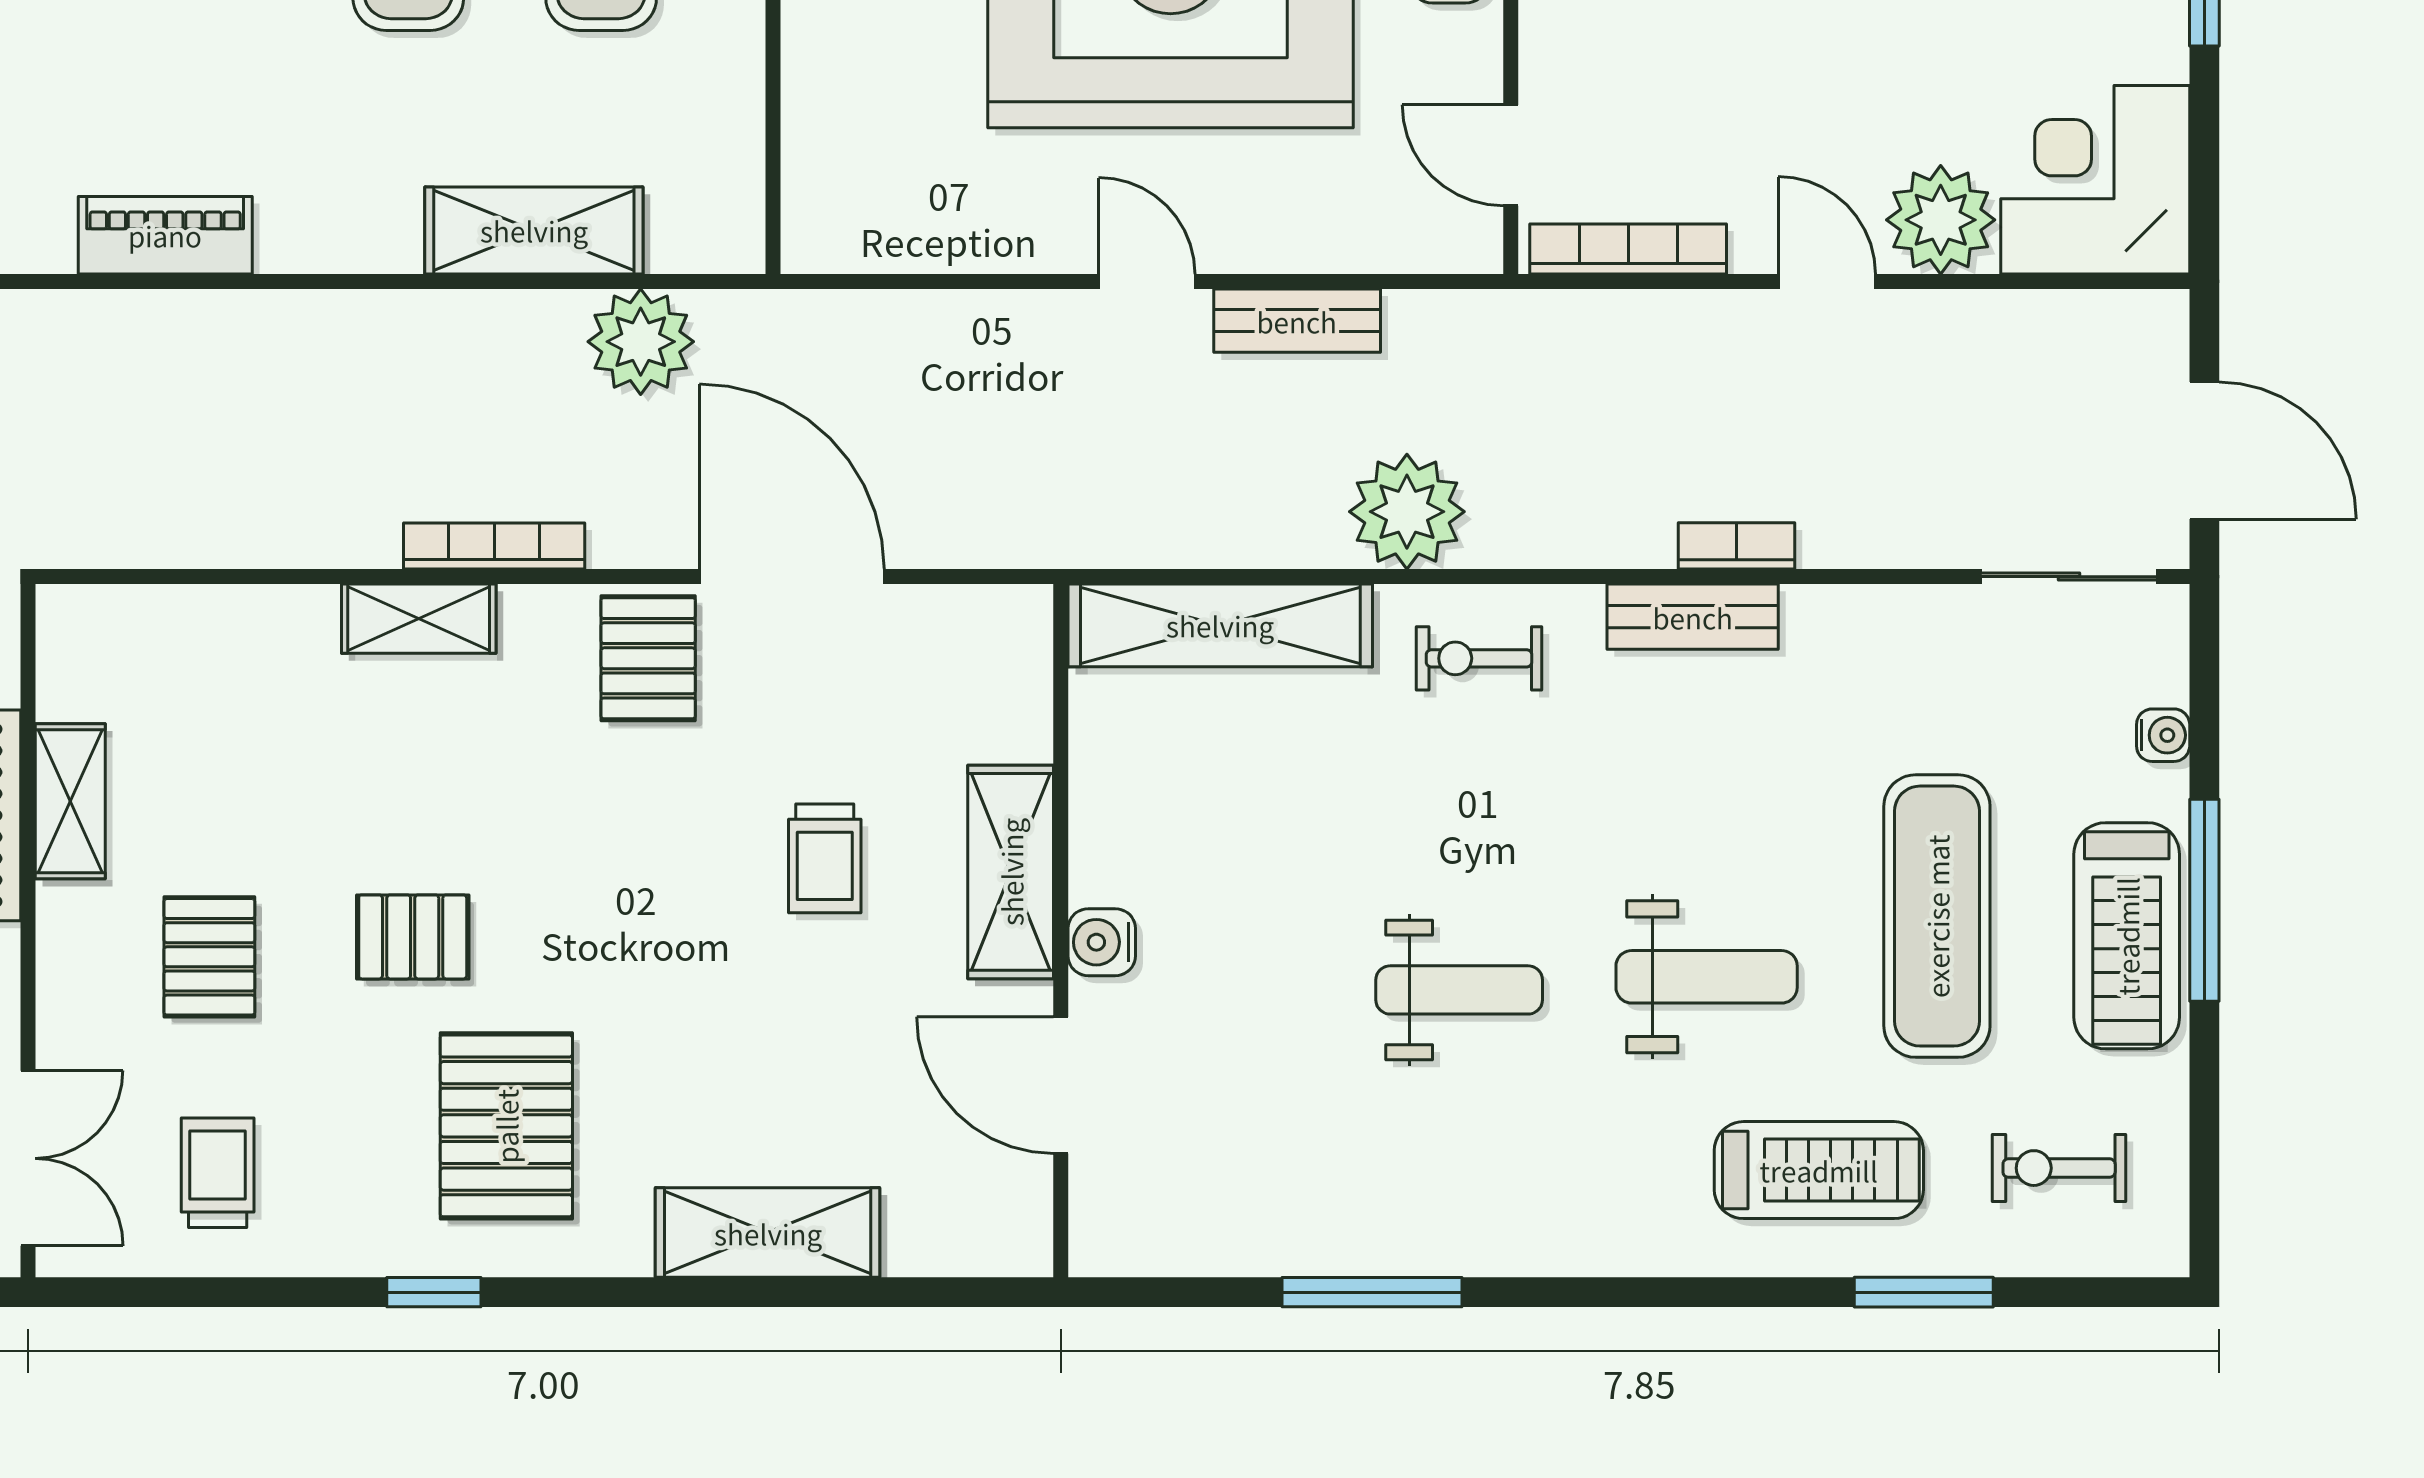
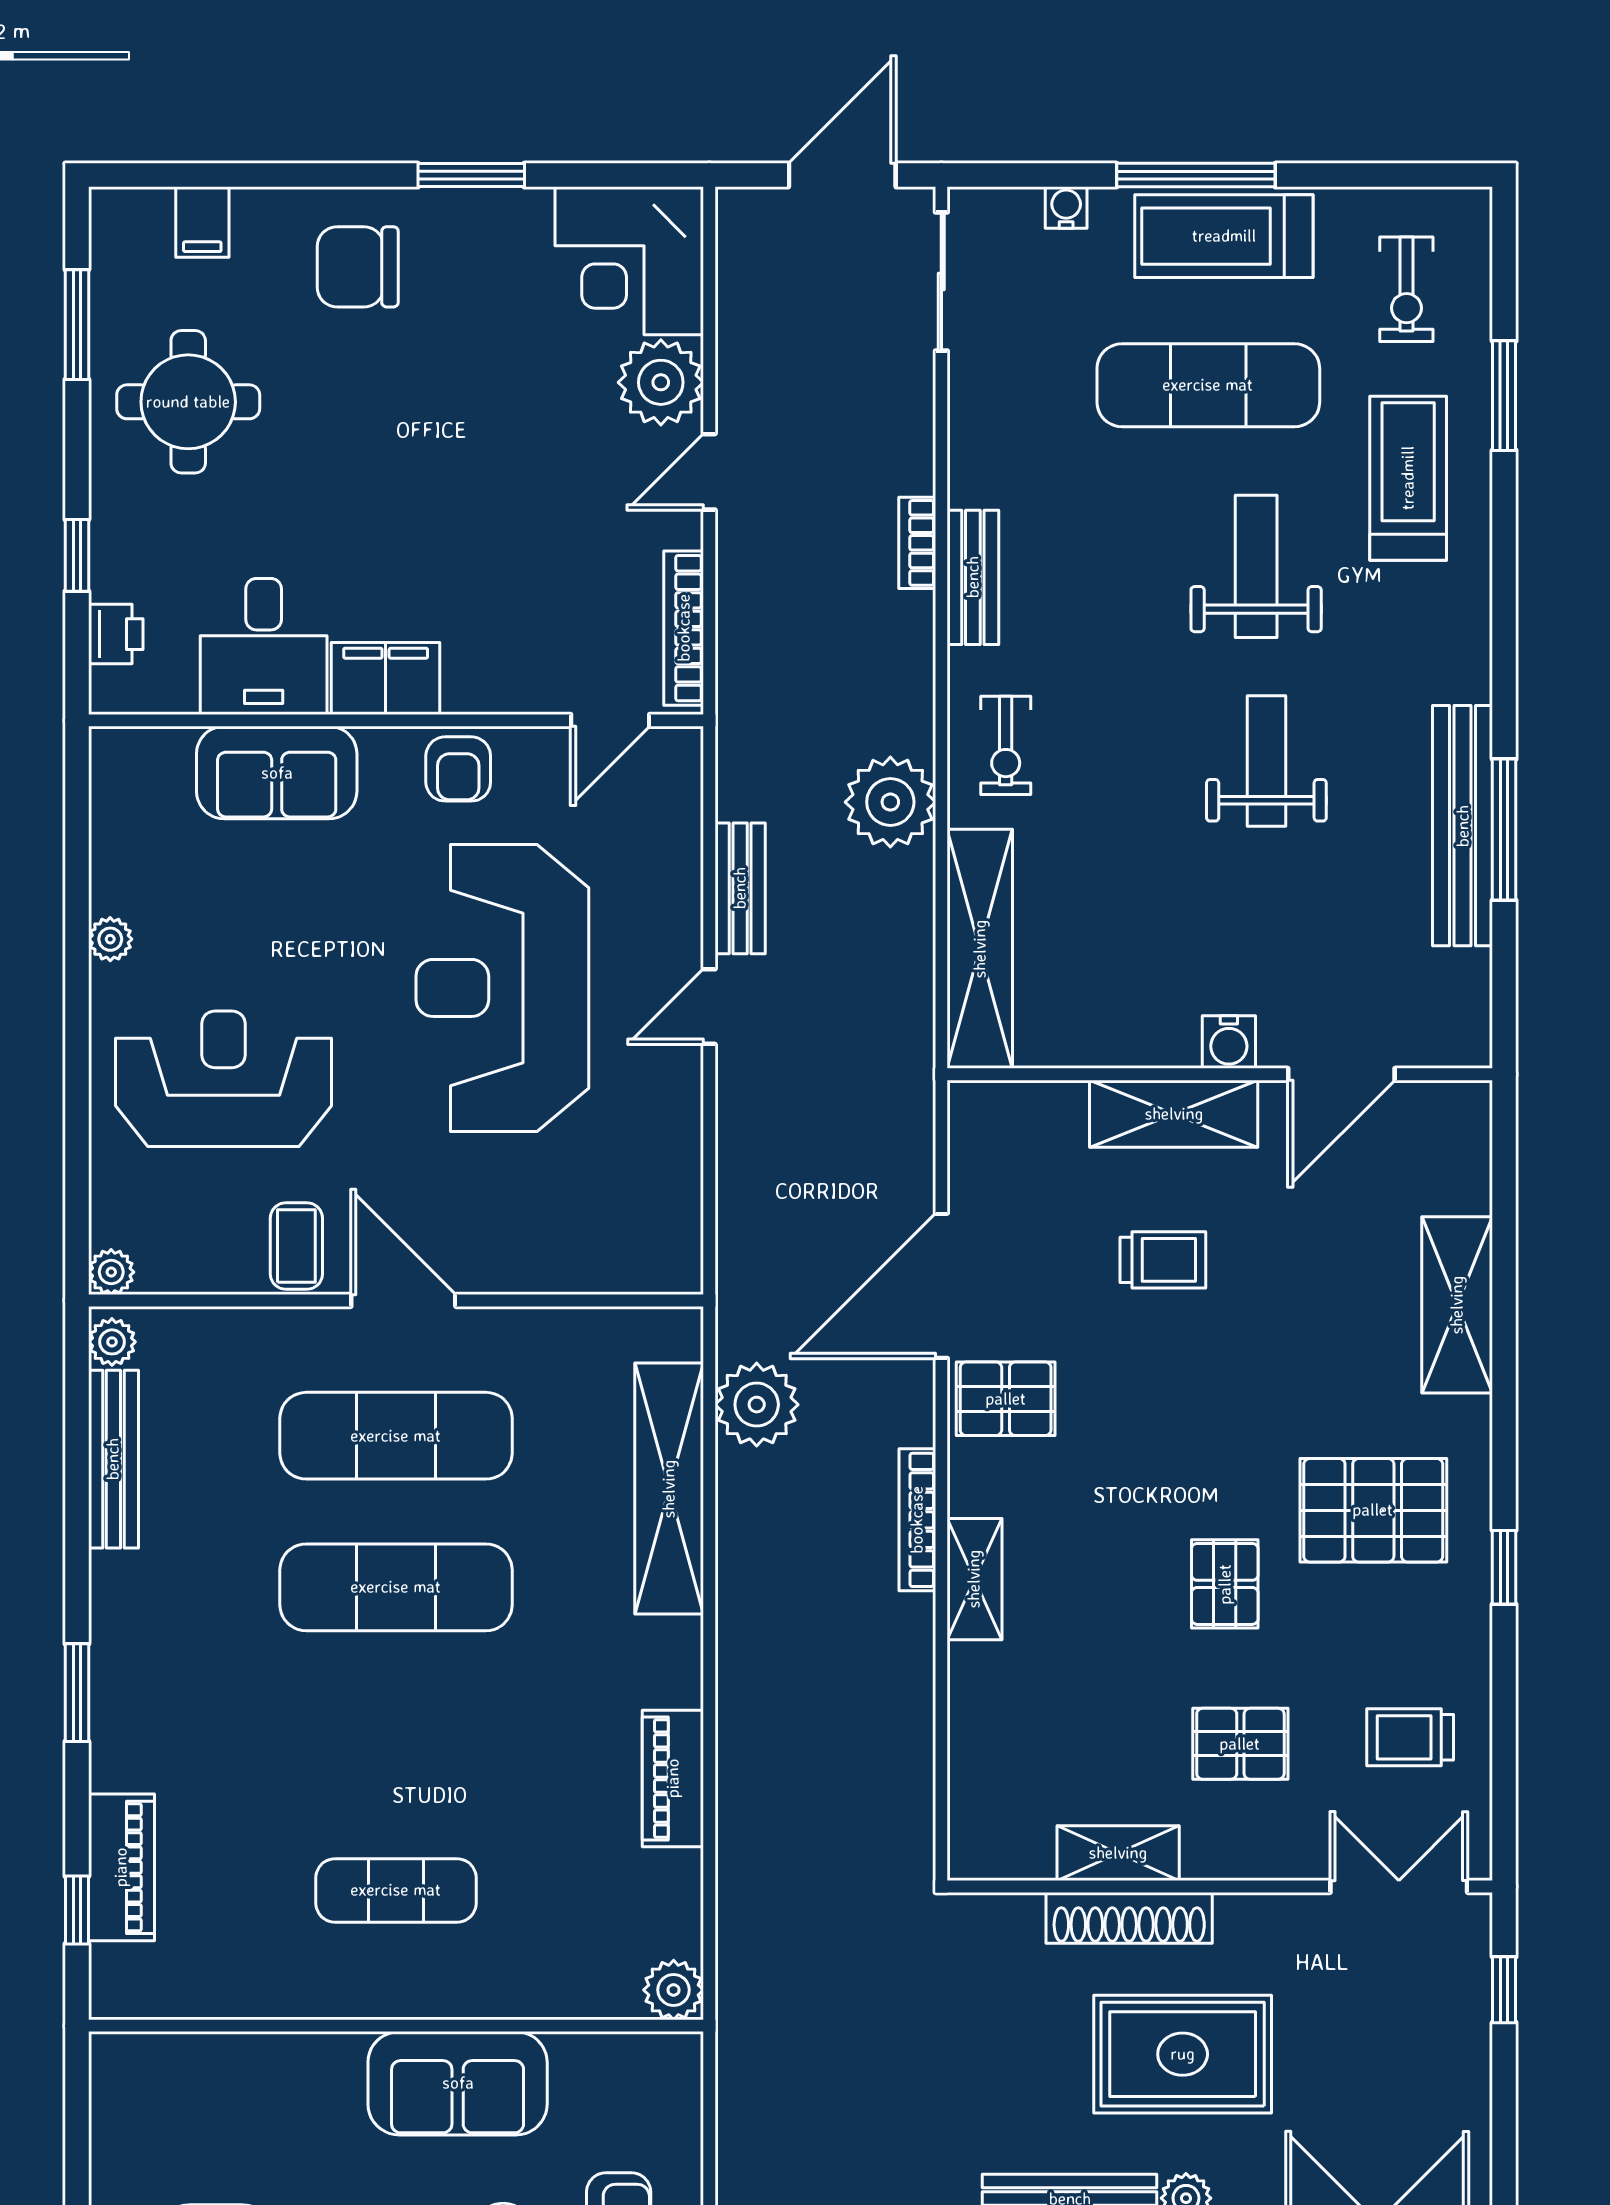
shelving: (534, 230) -> (669, 1489), width x1.47
treadmill: (2127, 936) -> (1224, 236), turned 180
bench: (1377, 1239) -> (1463, 826), added

